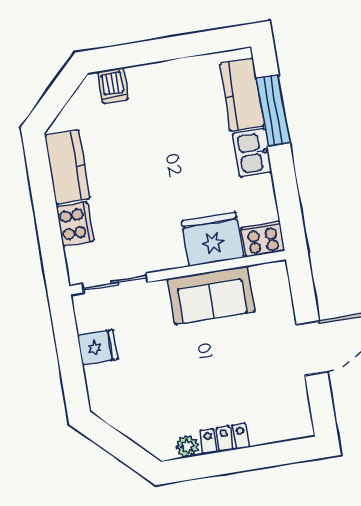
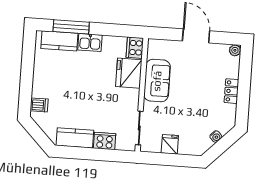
water cooler: (133, 430) -> (216, 137), added
plant: (187, 446) -> (235, 50), moved

